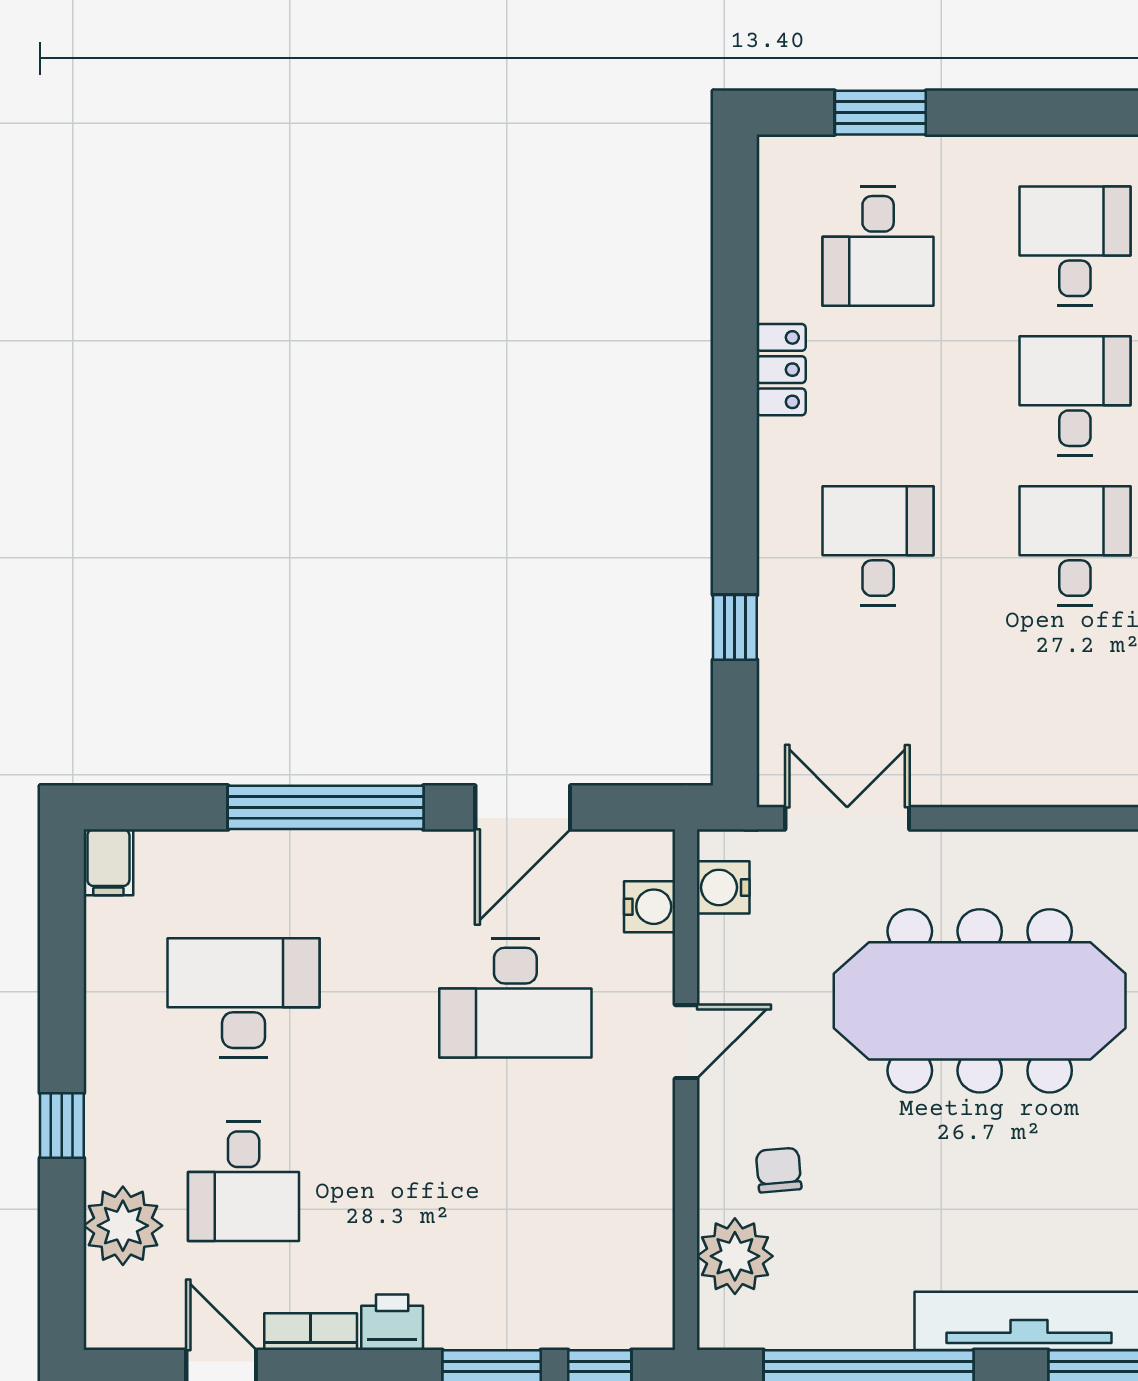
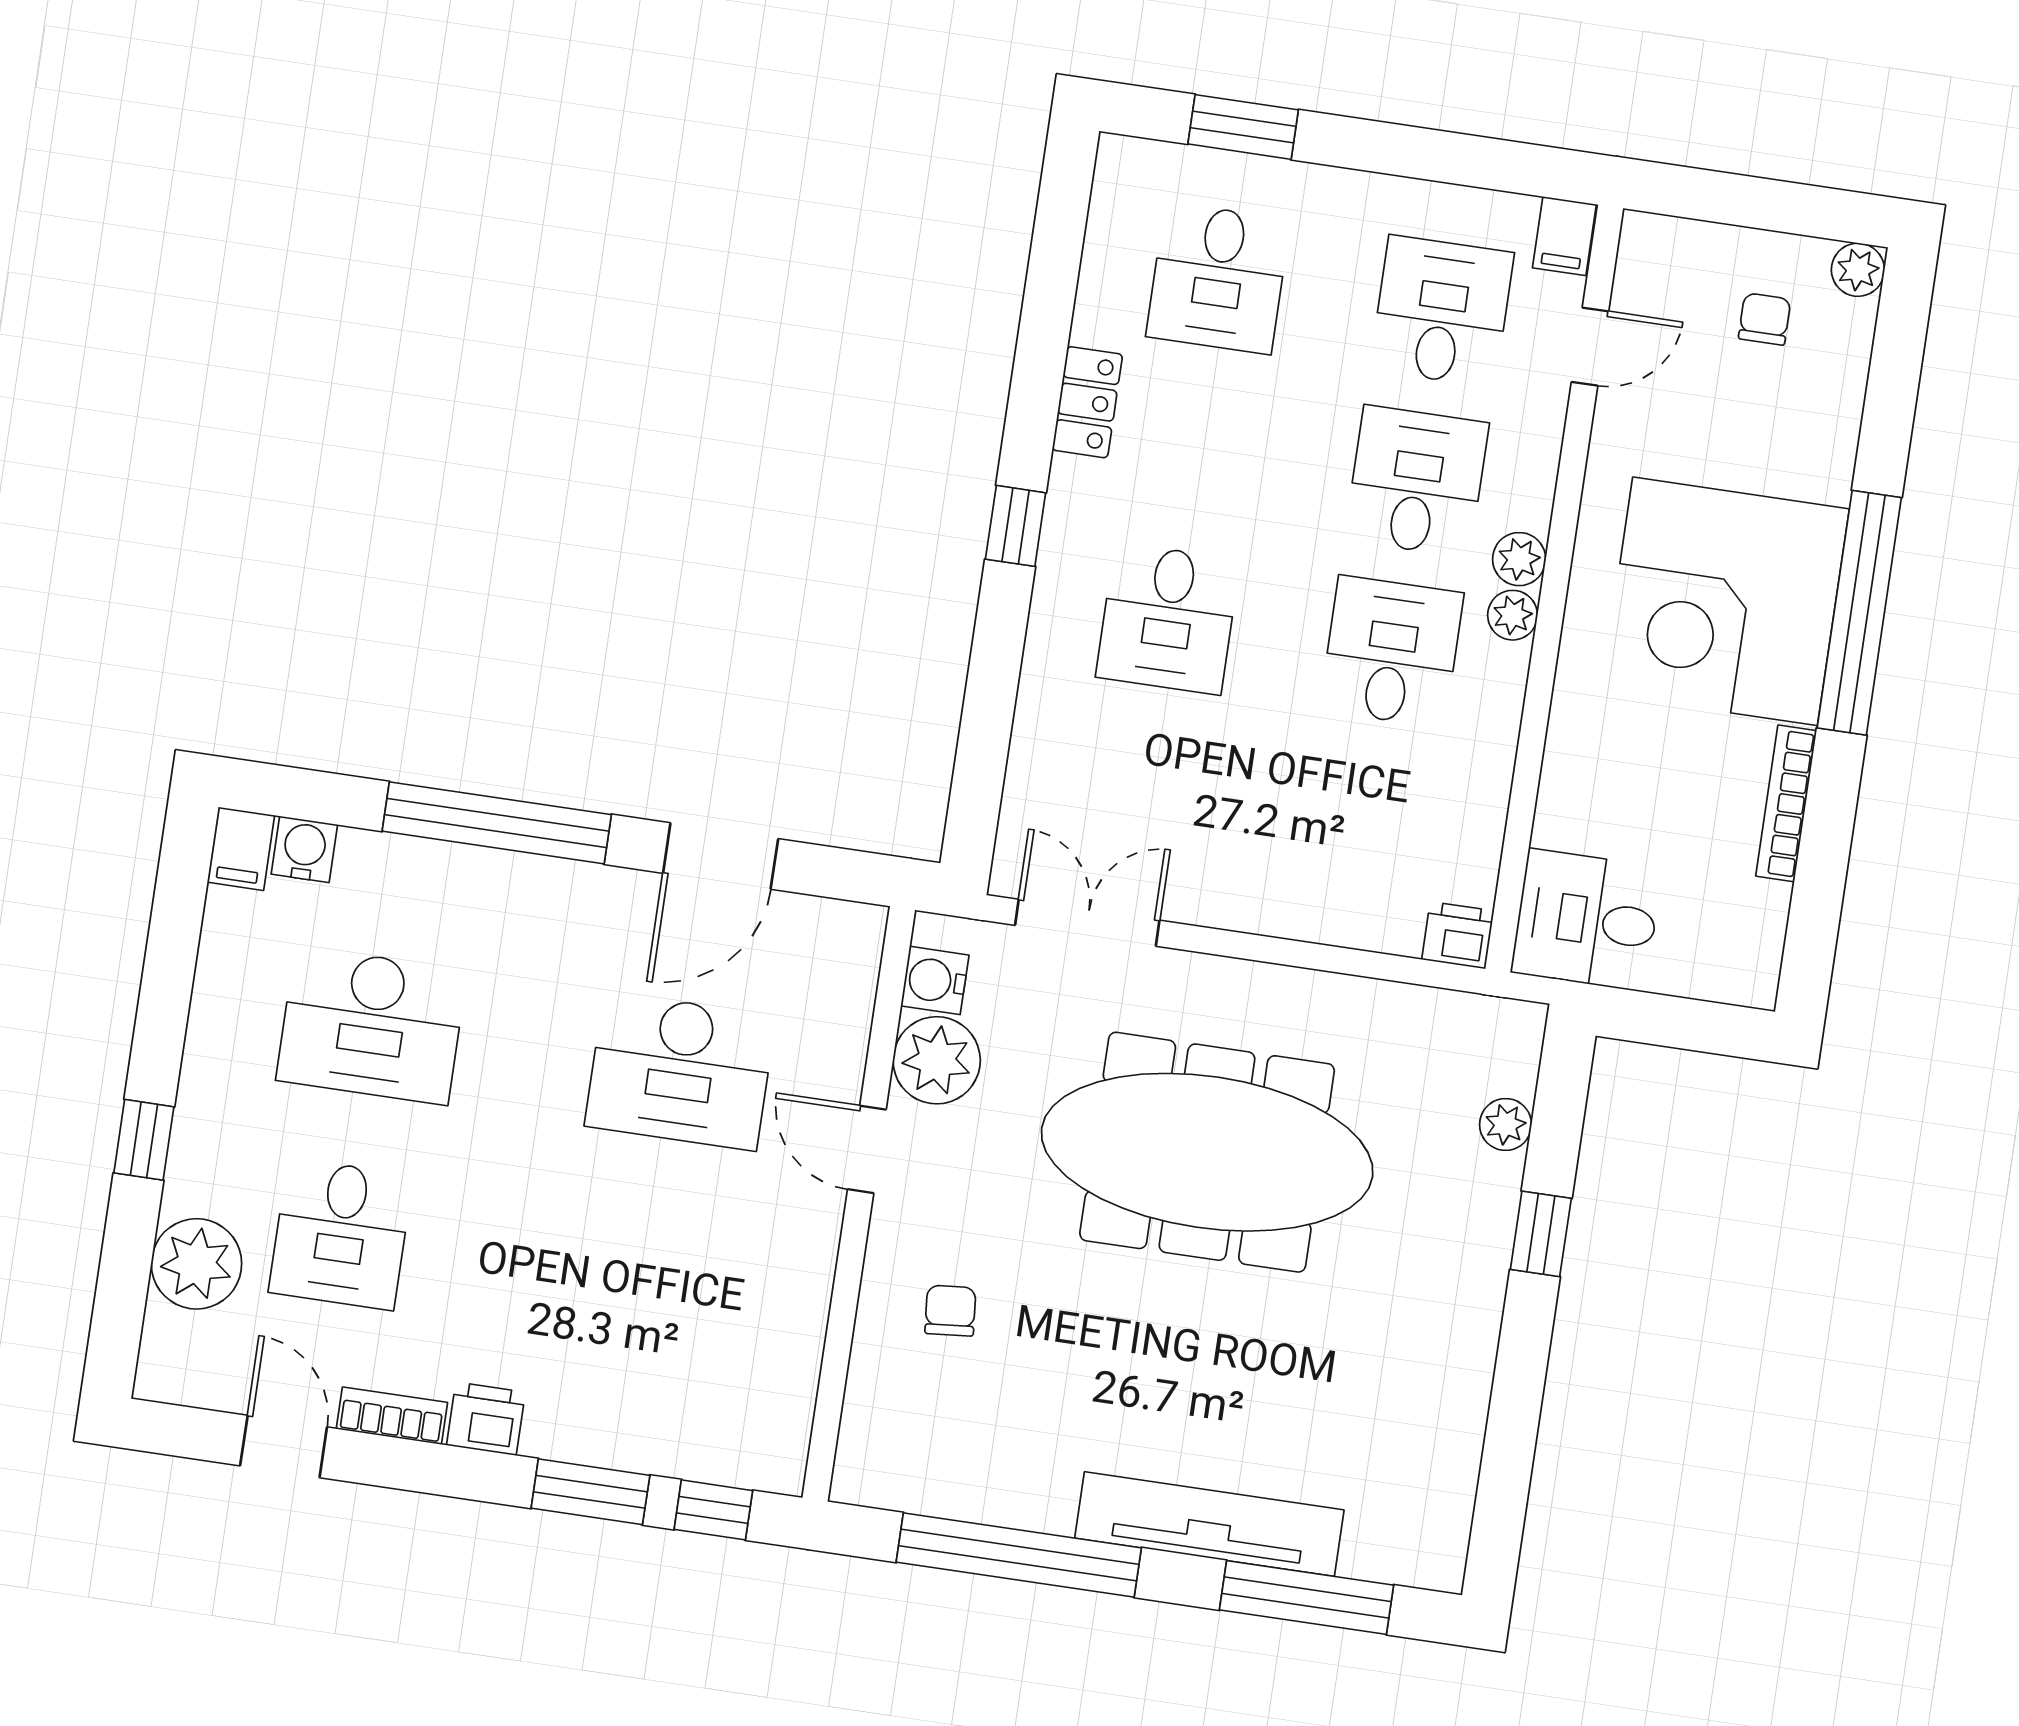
desk: (878, 546) -> (1168, 618), turned 180
window: (735, 627) -> (1016, 526), moved
water cooler: (650, 907) -> (304, 849), moved, turned -90
desk: (244, 998) -> (372, 1025), turned 180
door: (686, 1042) -> (867, 1149), swing flipped
plant: (735, 1256) -> (937, 1060), moved

